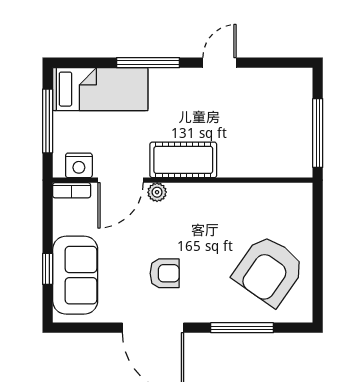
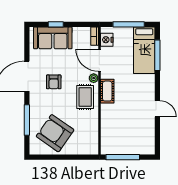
window: (148, 63) -> (157, 55), moved
cot: (183, 160) -> (107, 91), width x0.73, depth x0.75
rug: (195, 209) -> (85, 97), added

